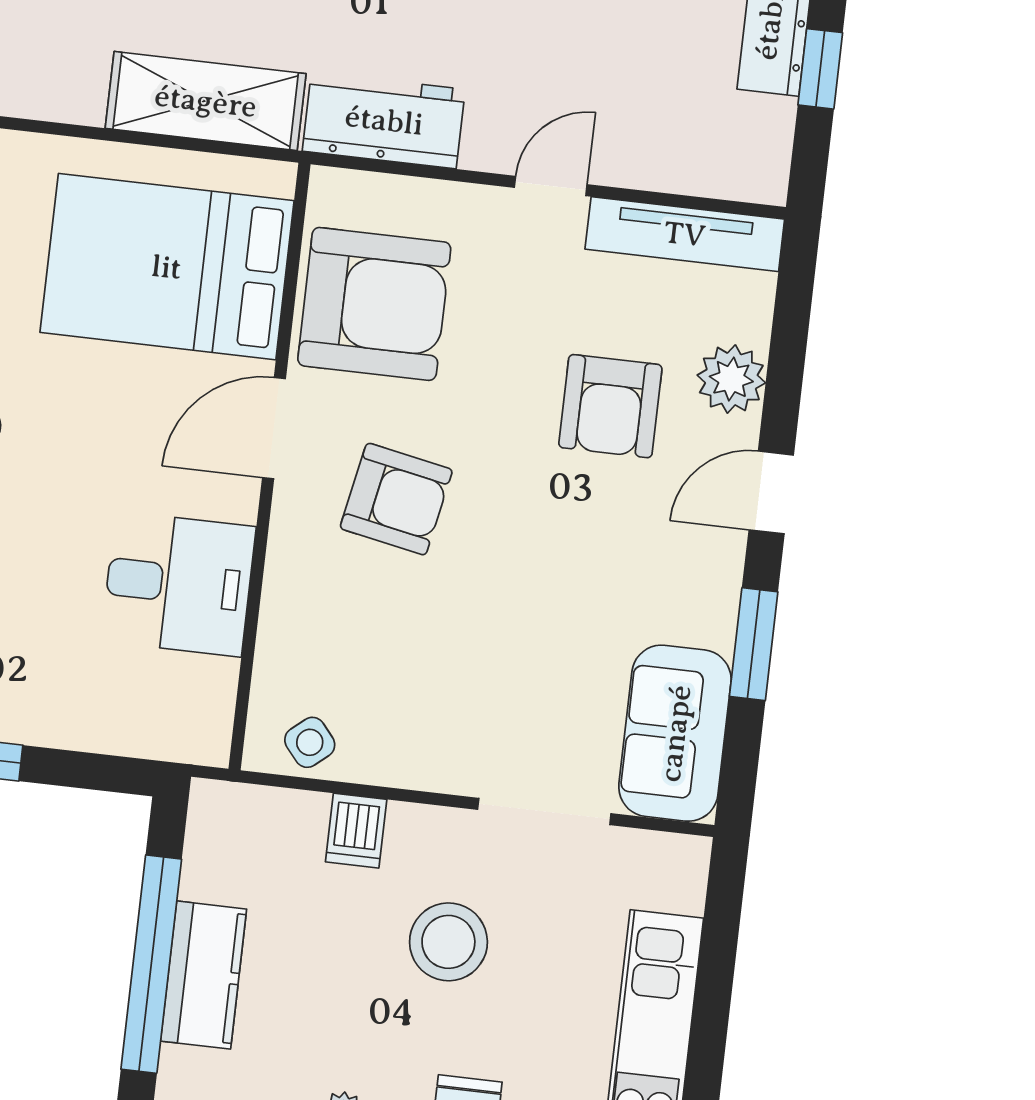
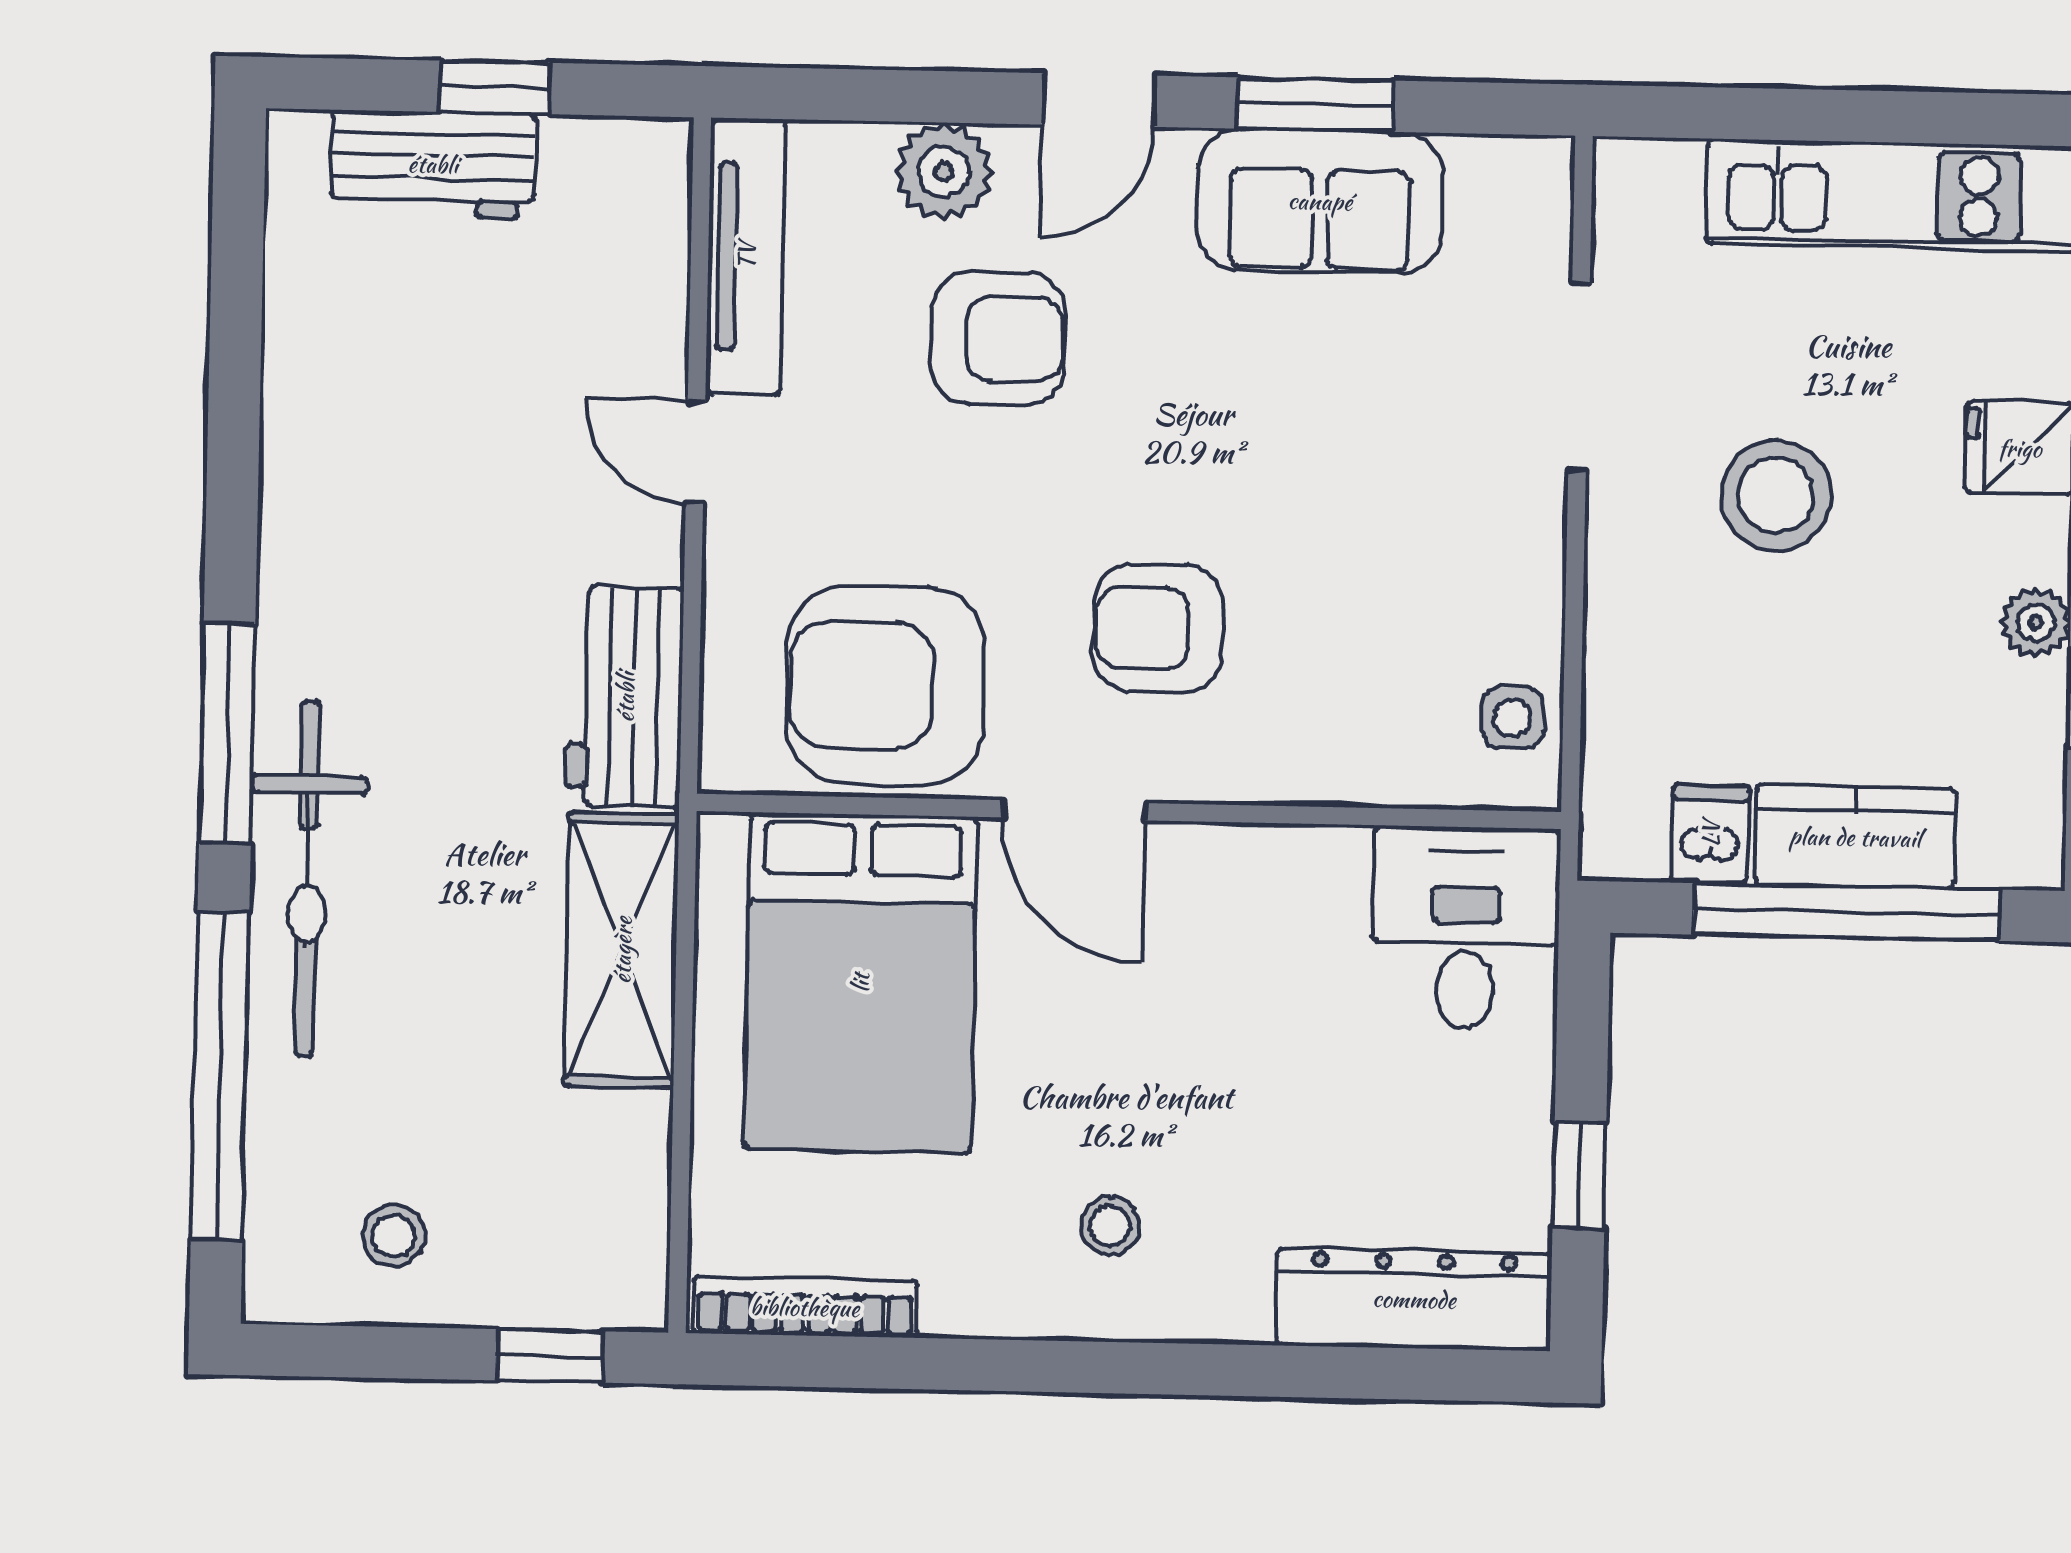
armchair: (374, 304) -> (885, 685), turned -90
door: (771, 492) -> (1099, 100), hinge flipped
armchair: (396, 499) -> (1158, 628), turned -101
desk: (178, 584) -> (1466, 928), moved
sofa: (675, 733) -> (1320, 201), moved
side table: (310, 742) -> (1513, 718), turned 38
dishwasher: (356, 831) -> (1710, 834), moved, turned -90

